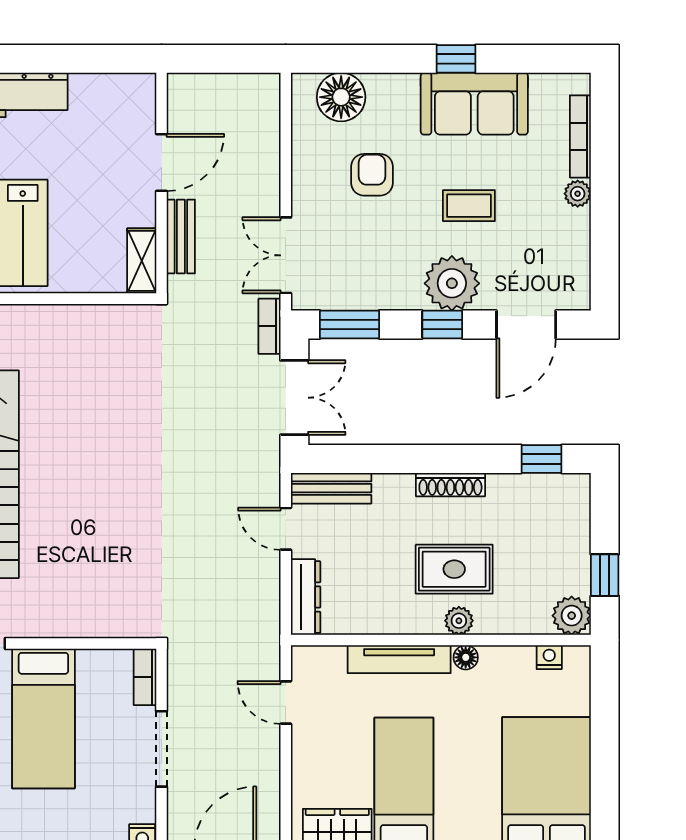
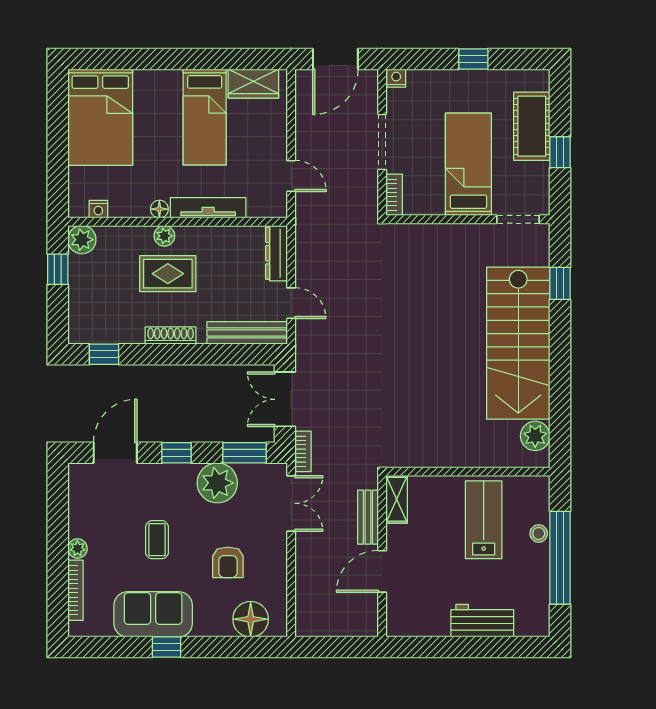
coffee table: (469, 206) -> (157, 540), turned 90
plant: (452, 283) -> (217, 483), moved
bench: (331, 488) -> (247, 333), width x1.36

